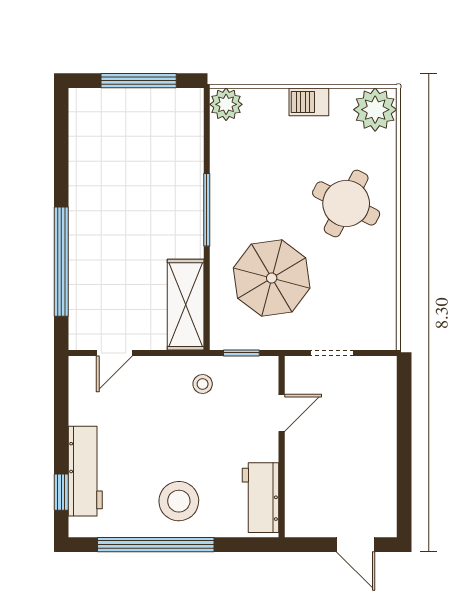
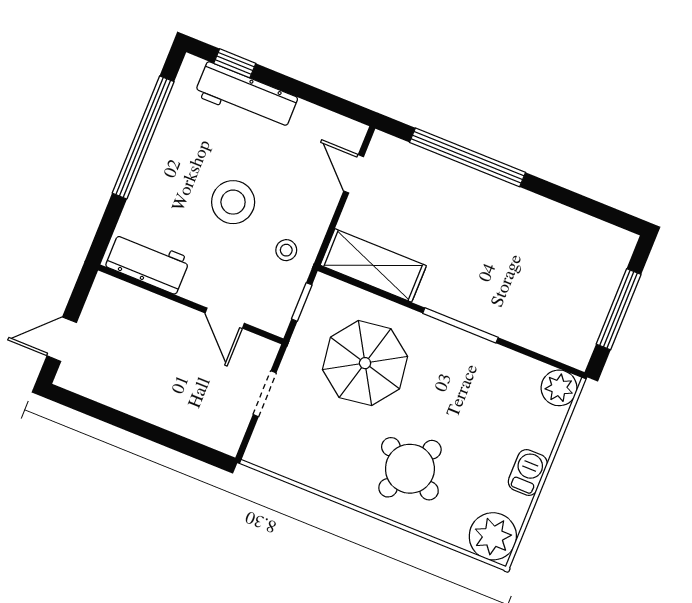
stool: (179, 501) -> (233, 202), moved

